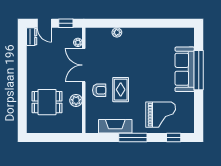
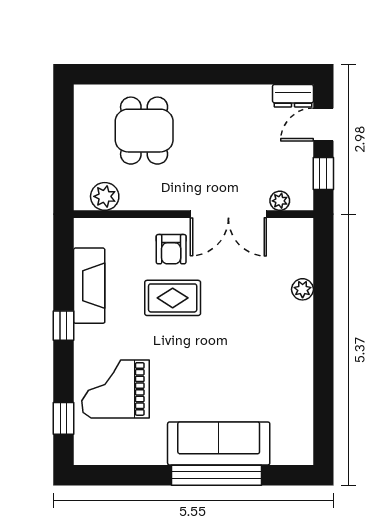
double door: (84, 65) -> (228, 214), swing flipped
plant: (76, 100) -> (105, 196), moved
grand piano: (161, 115) -> (116, 389), turned 90
window: (133, 138) -> (64, 326), width x0.46

